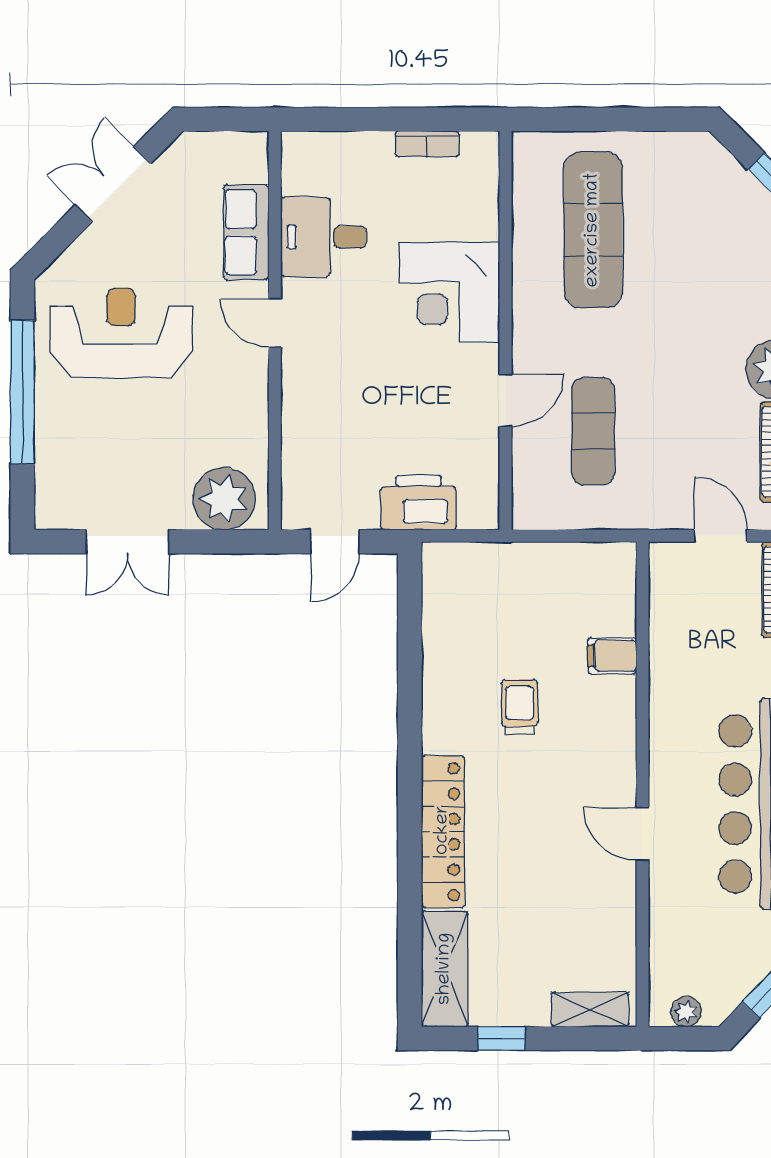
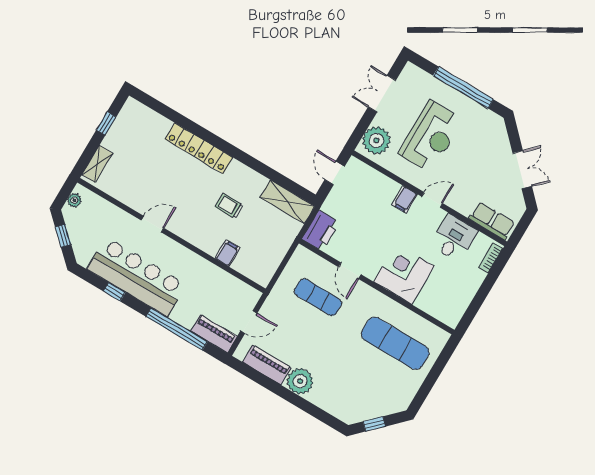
bookcase: (427, 144) -> (491, 258), moved
row of seats: (246, 232) -> (492, 221), moved
reception desk: (121, 333) -> (431, 137), moved
filing cabinet: (305, 376) -> (405, 200), added
printer: (419, 503) -> (321, 231), moved
trolley: (520, 707) -> (229, 206), turned 180
shelving: (445, 969) -> (287, 202), moved

